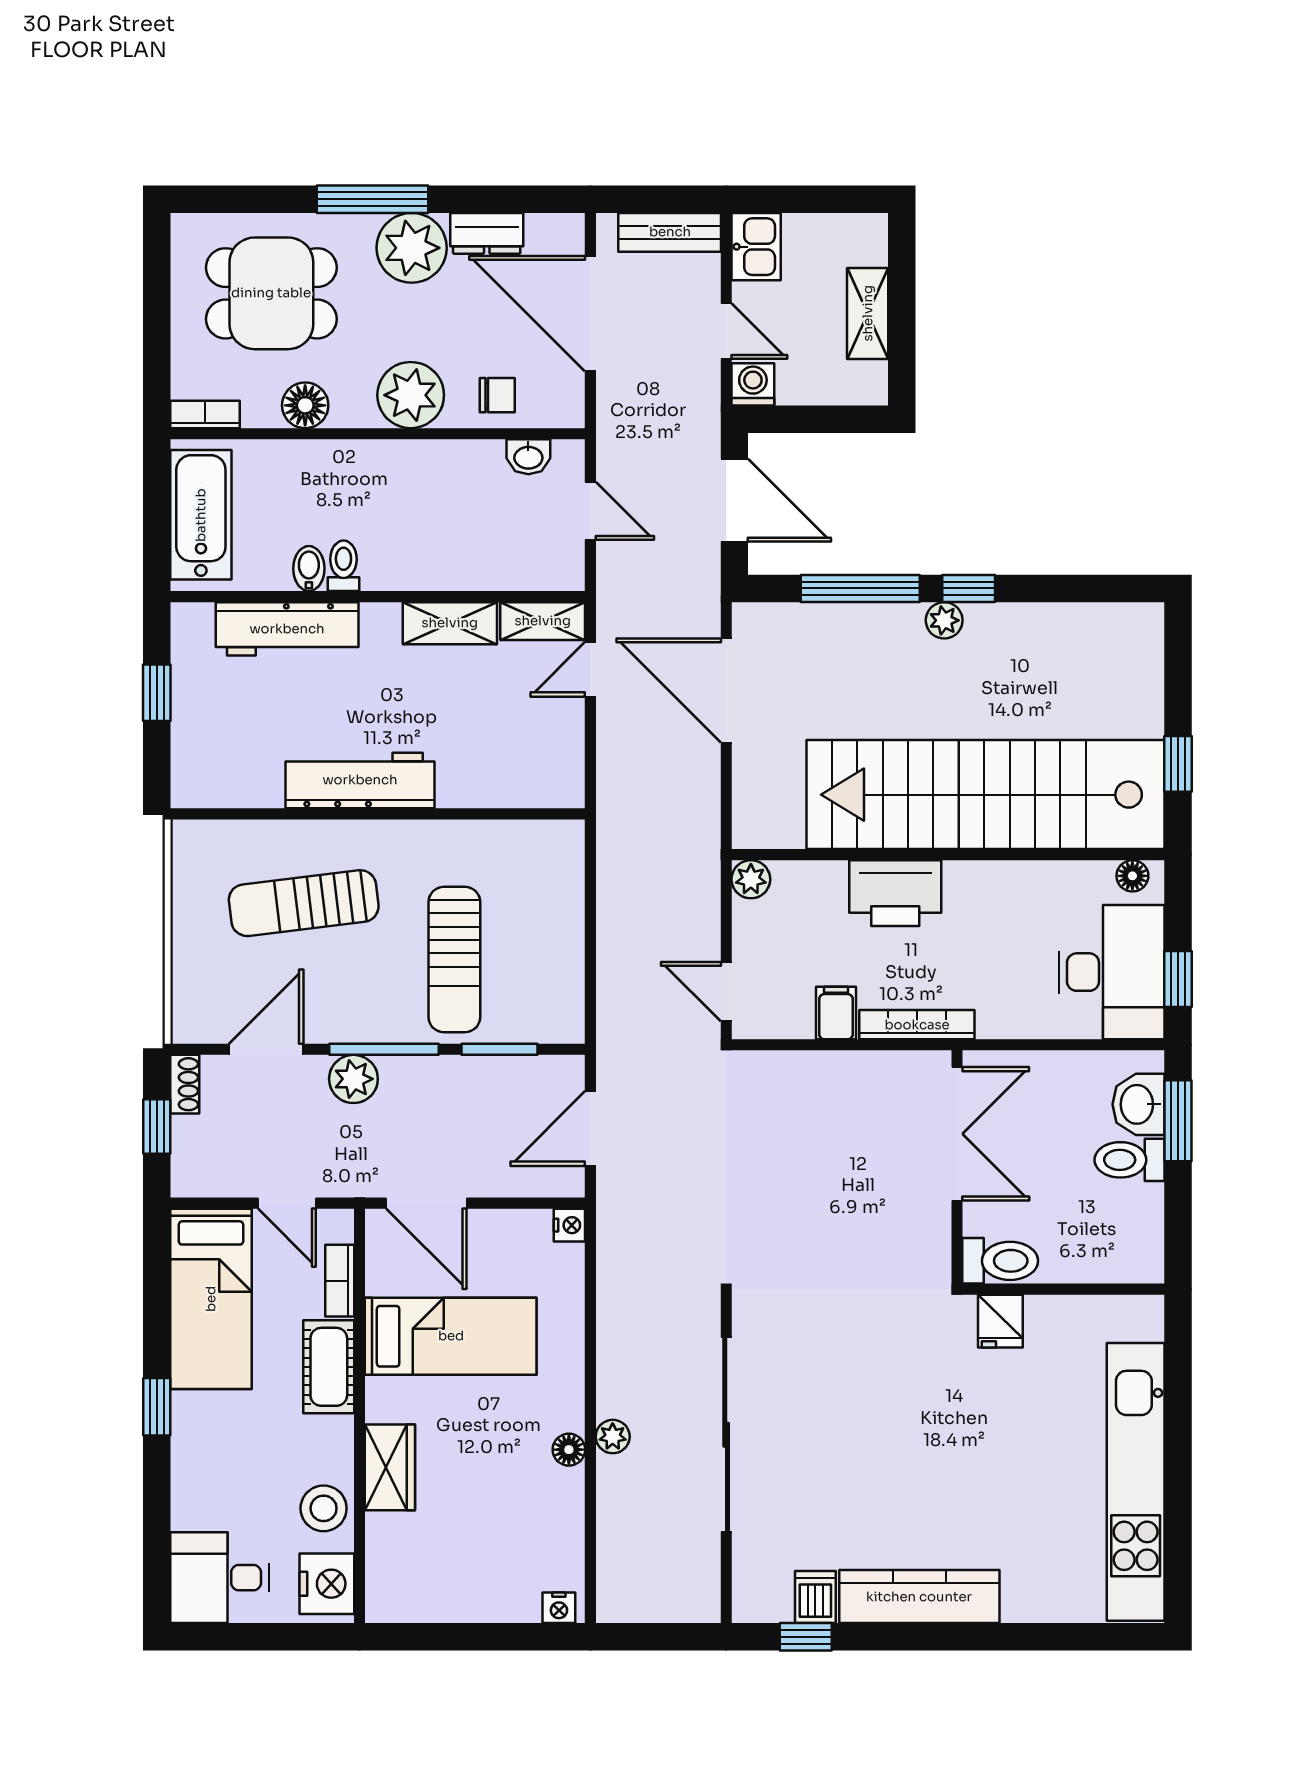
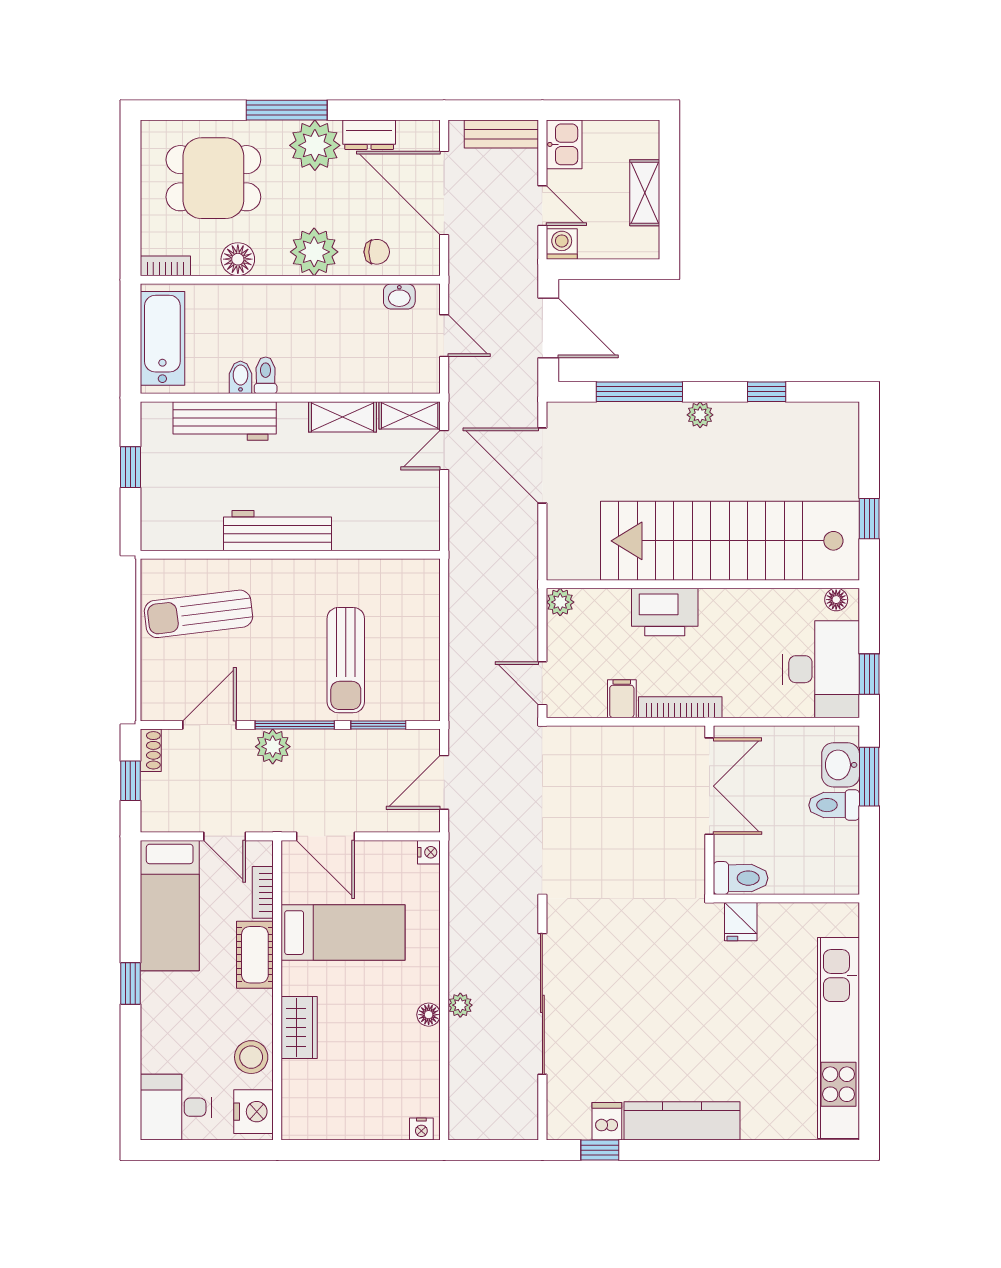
window: (969, 588) -> (767, 392), moved
sun lounger: (304, 903) -> (198, 614), moved

